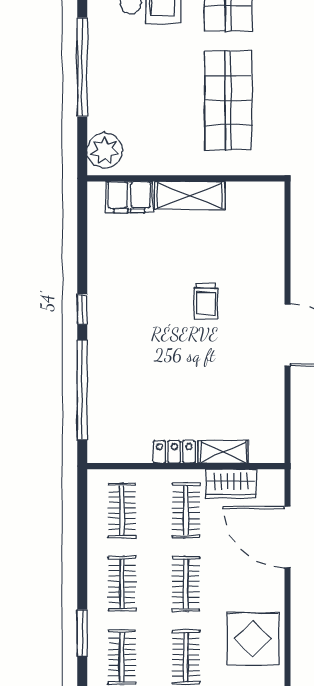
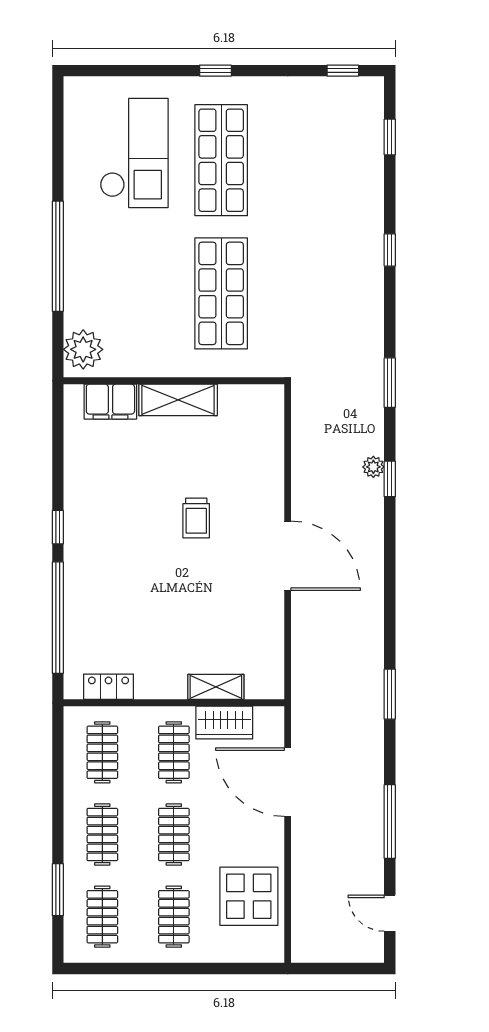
locker: (174, 452) -> (109, 687), moved

